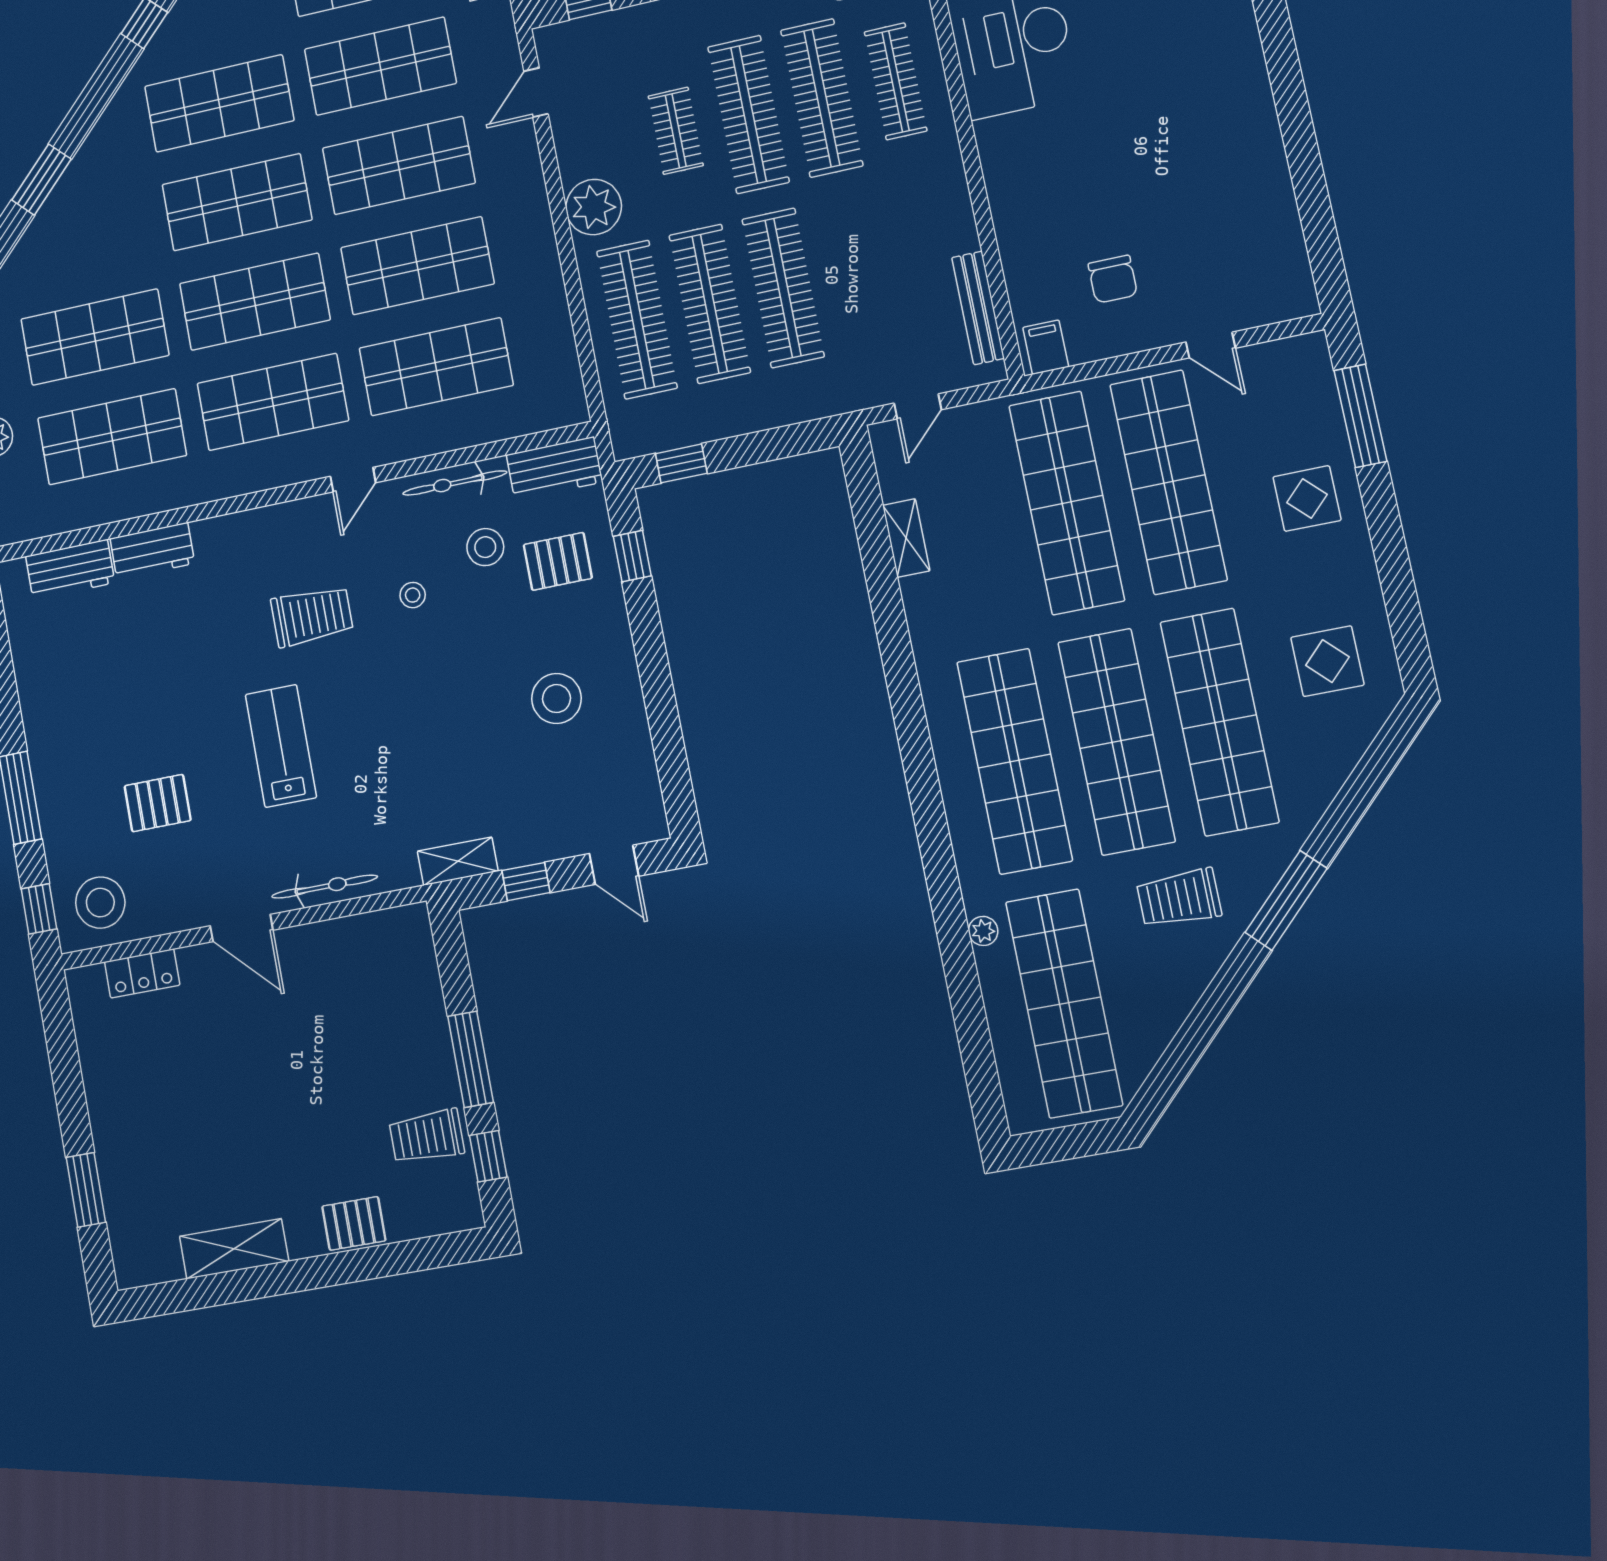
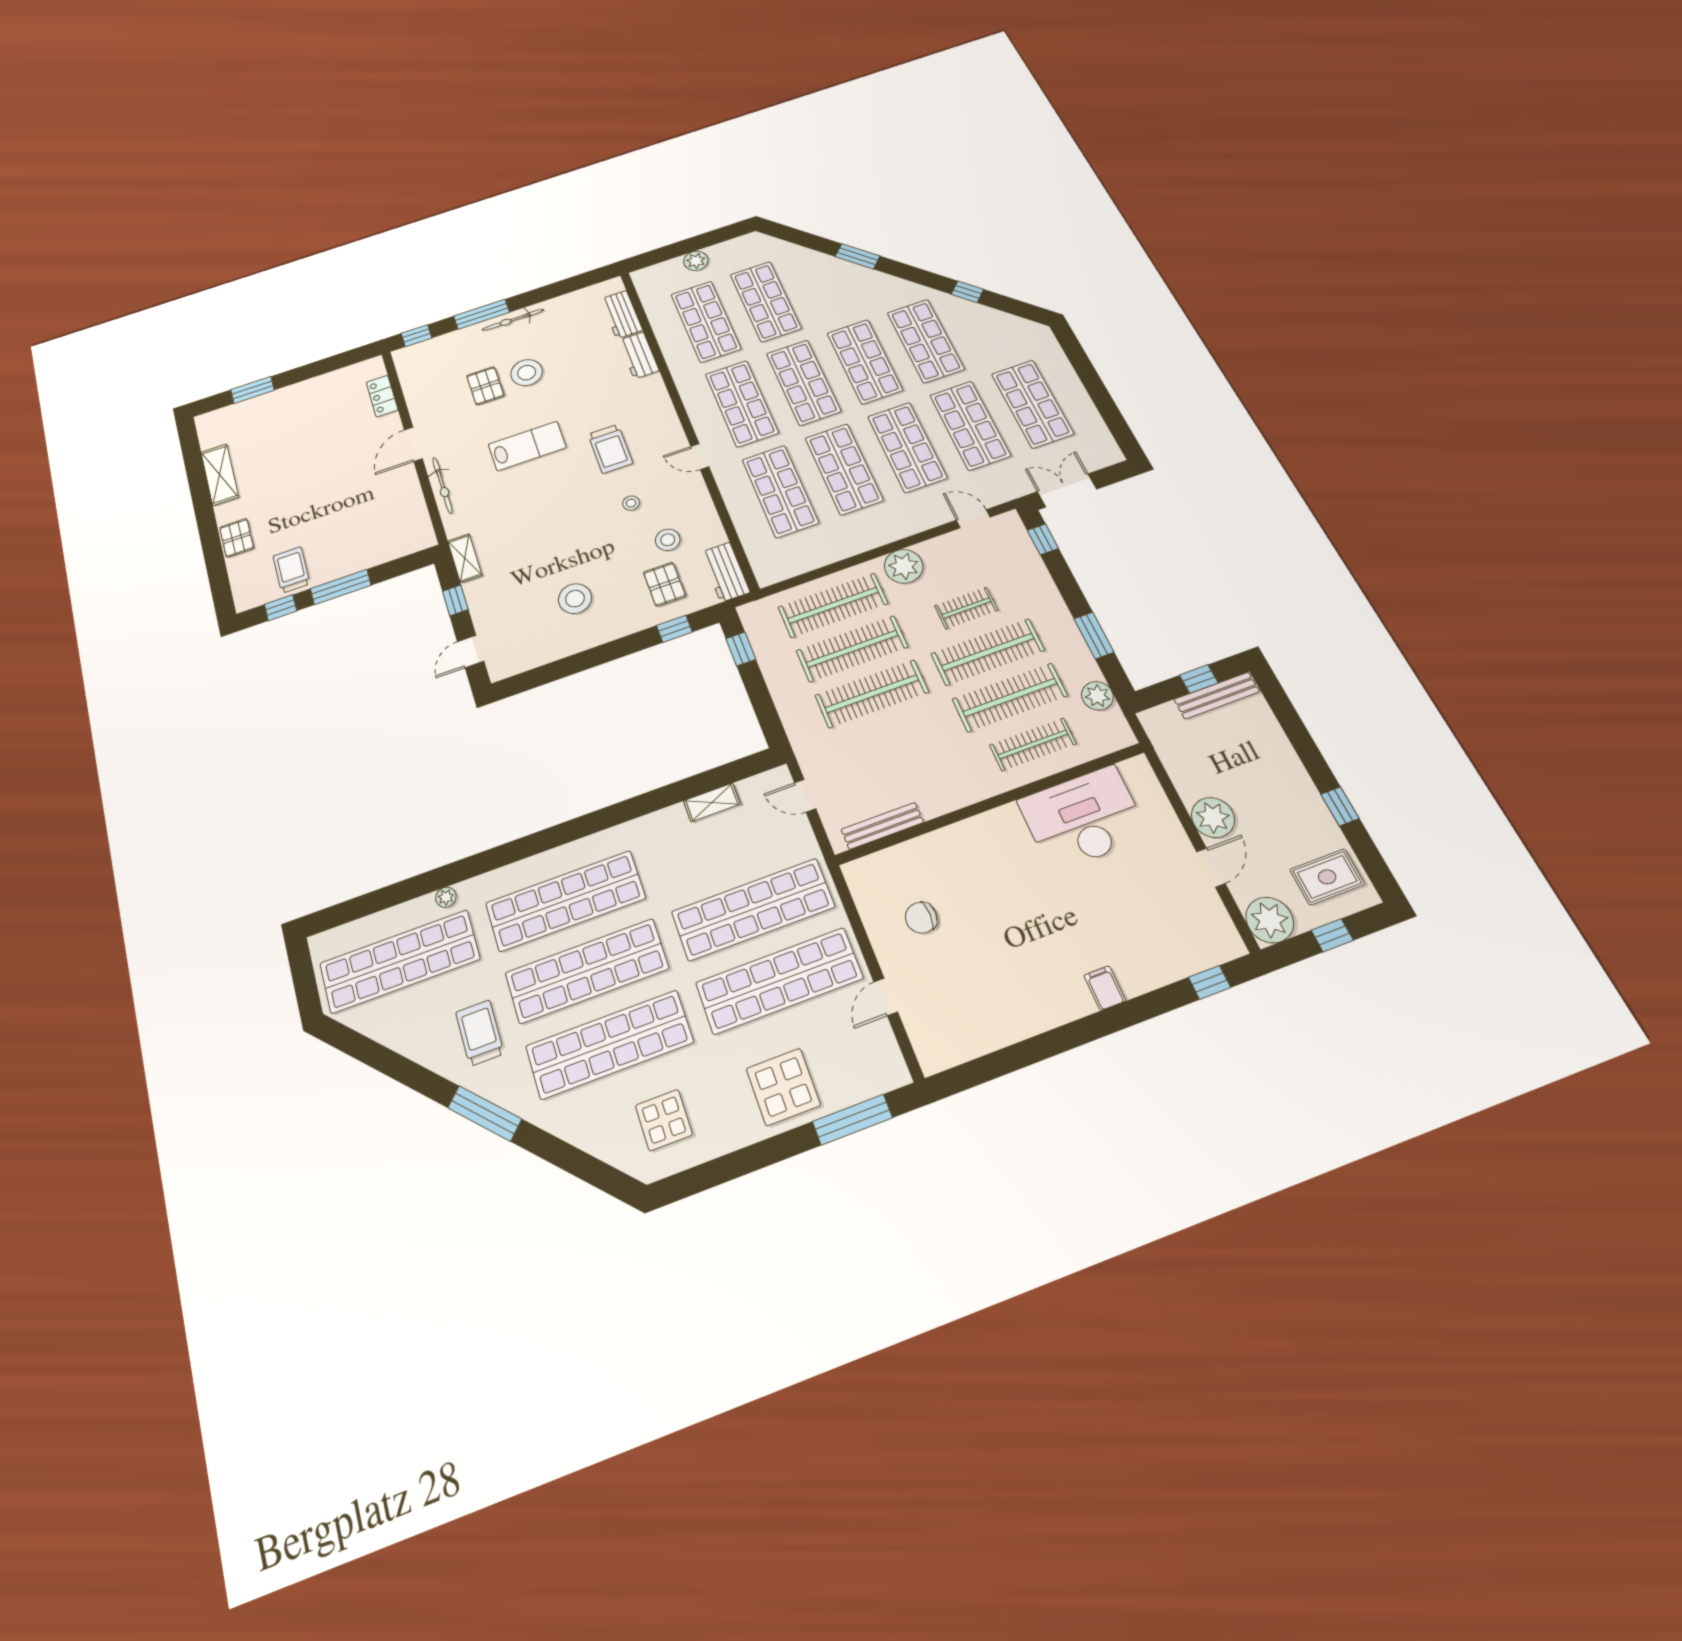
filing cabinet: (1046, 347) -> (1105, 988), moved, turned -90
bicycle: (455, 483) -> (513, 320), moved, turned -90
display table: (1307, 498) -> (783, 1087), width x1.36, depth x1.36
stool: (100, 903) -> (527, 373), moved

